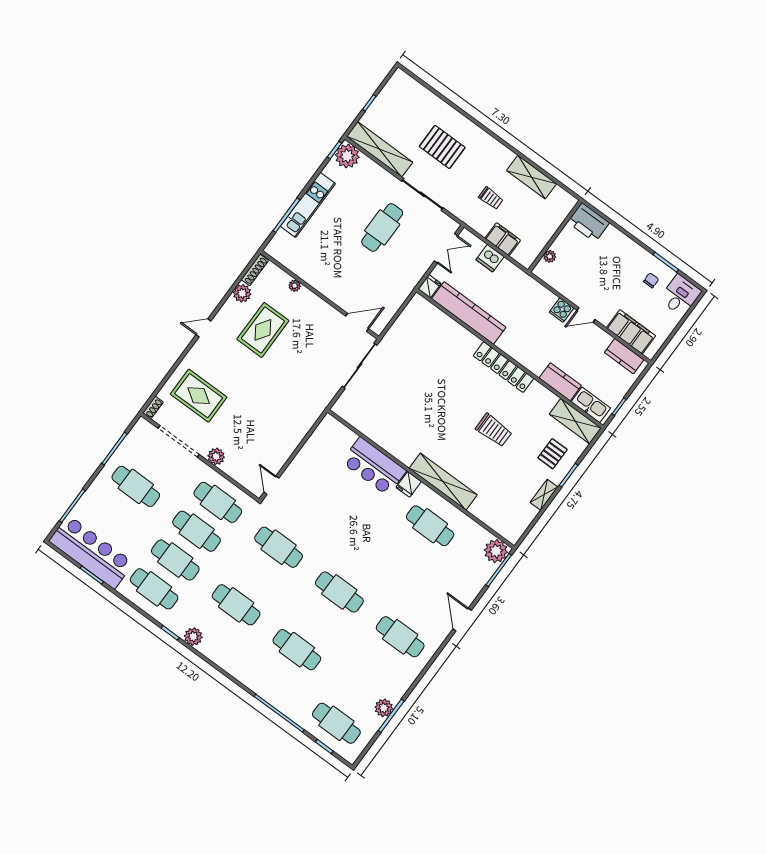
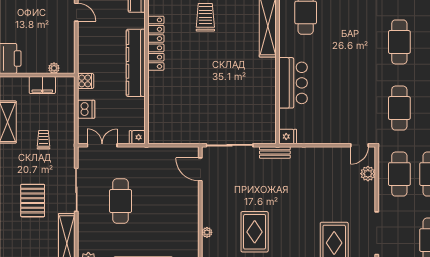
cafe table: (382, 227) -> (121, 201), turned 90
filing cabinet: (503, 239) -> (42, 85), moved, turned -90
cooker: (562, 310) -> (86, 81), moved
kitchen counter: (469, 313) -> (136, 63), moved
rug: (263, 330) -> (255, 232), turned 90
bench: (322, 402) -> (275, 152), added
plant: (216, 456) -> (368, 174), moved
fridge: (409, 484) -> (288, 137), moved

